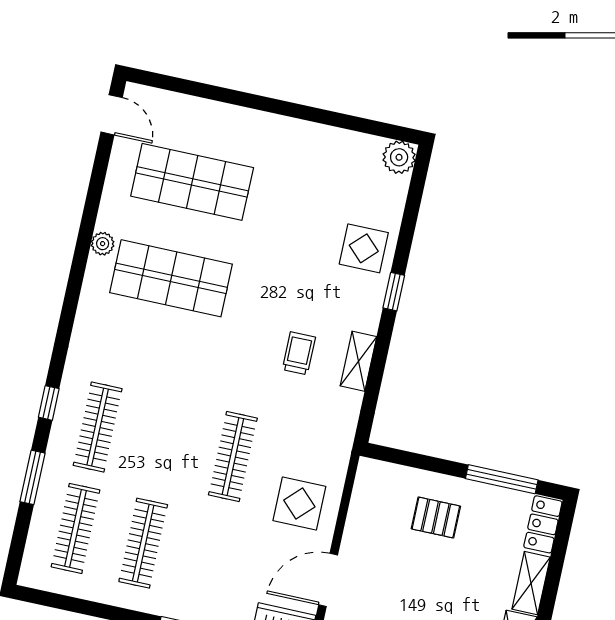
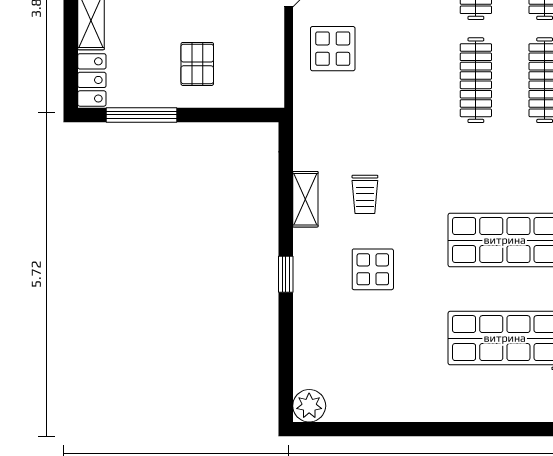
display table: (364, 248) -> (373, 269), moved
clothes rail: (233, 457) -> (476, 80), moved
pallet: (436, 517) -> (197, 64), turned 90

